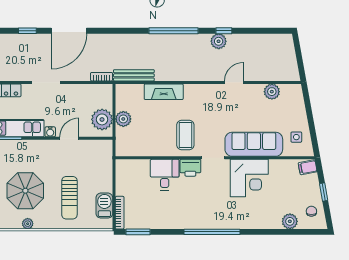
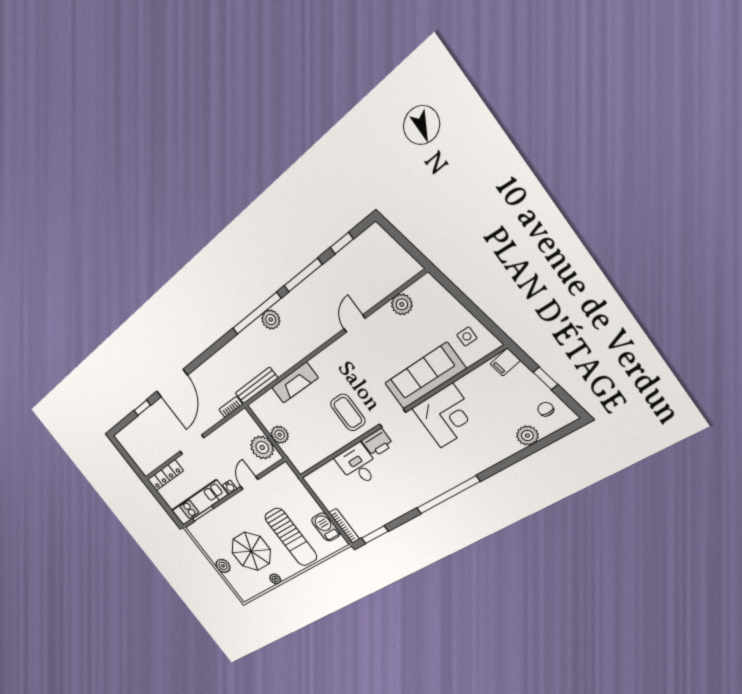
window: (224, 31) -> (303, 275), width x2.17
window: (263, 31) -> (342, 243), added
plant: (219, 41) -> (271, 320), moved
sun lounger: (69, 198) -> (291, 537), width x1.36, depth x1.34

